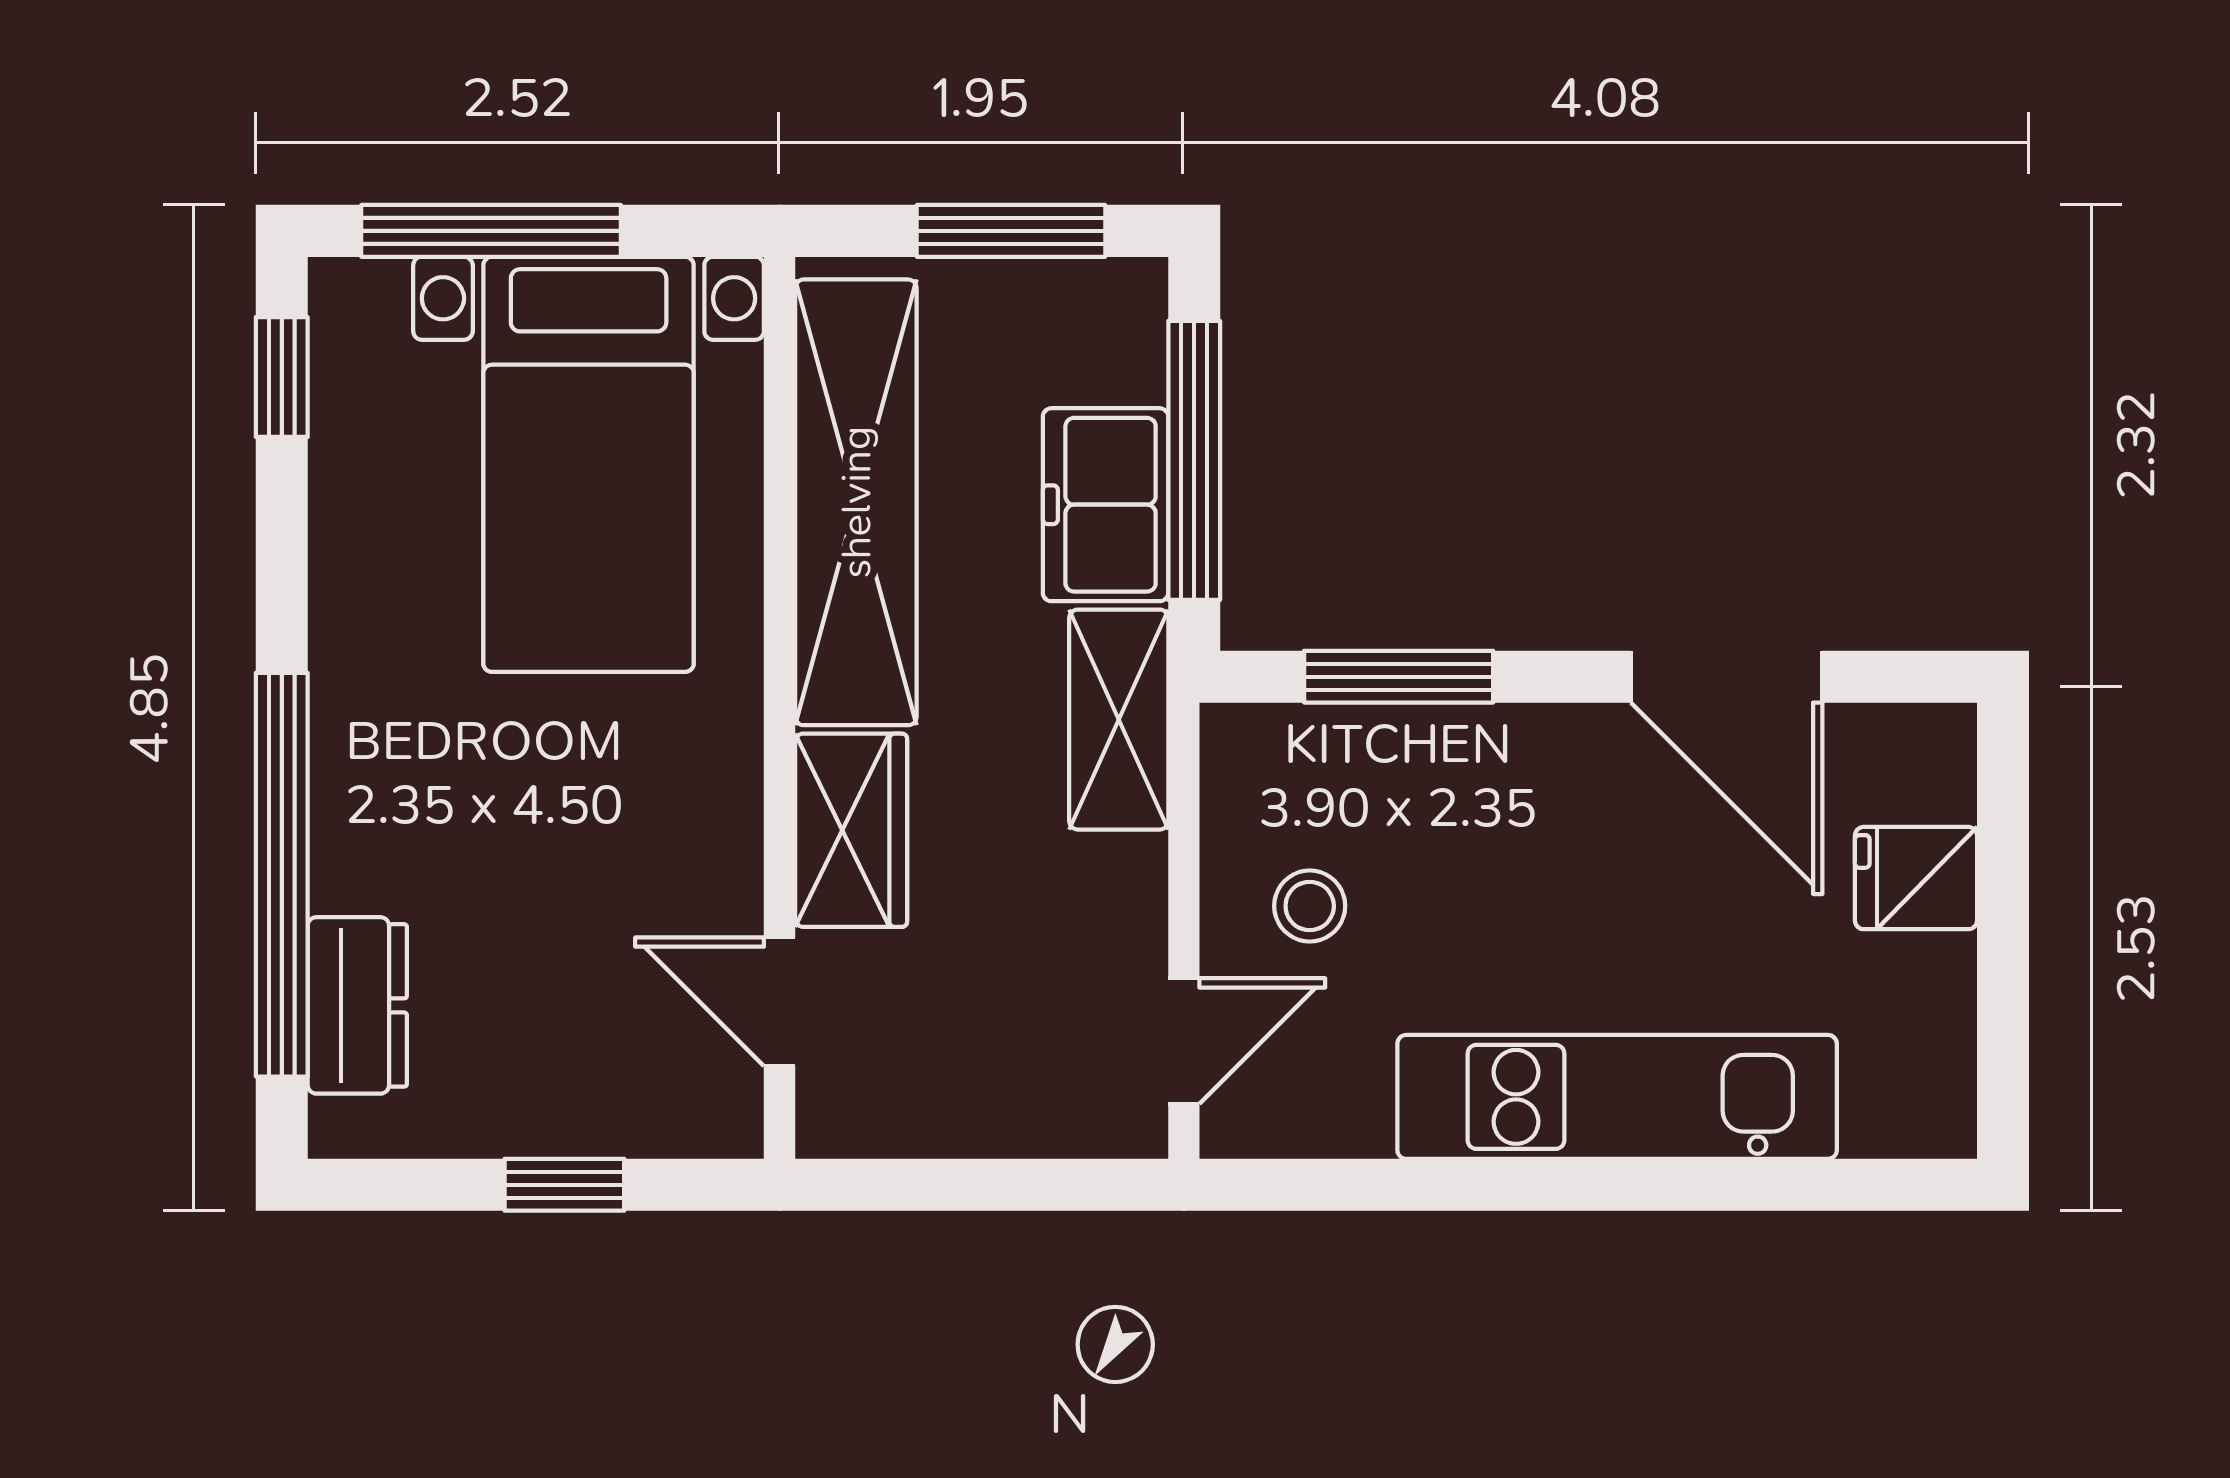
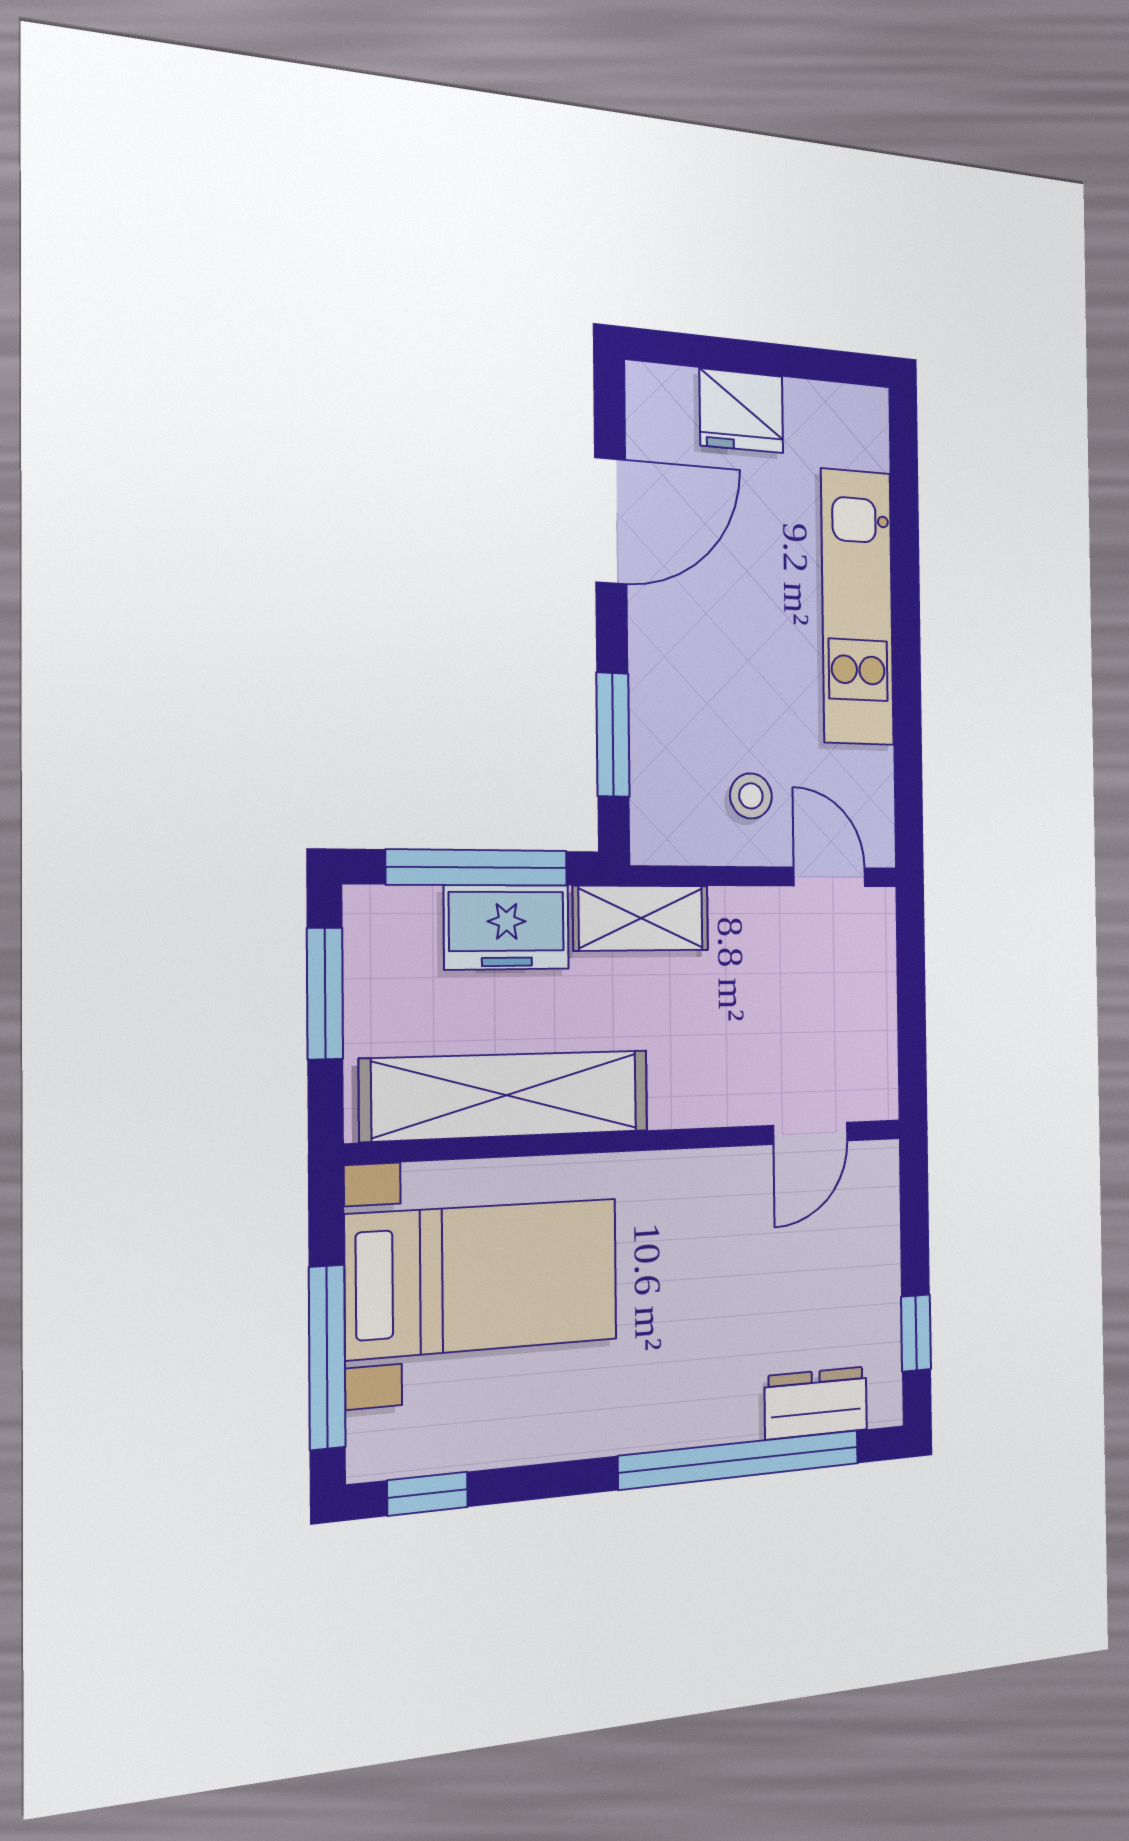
wardrobe: (851, 830) -> (710, 1091), removed
fridge: (1916, 878) -> (742, 411), width x1.38
window: (564, 1185) -> (916, 1333), moved

